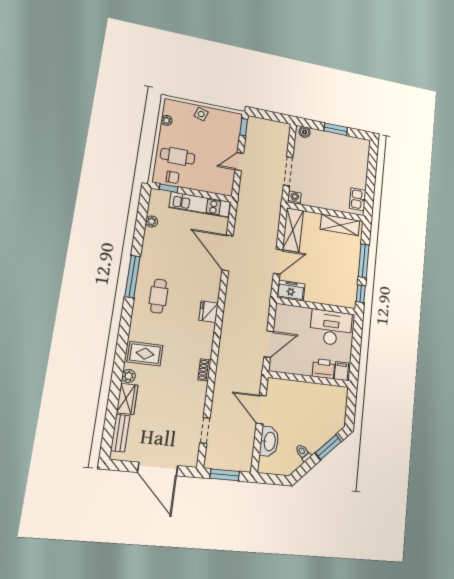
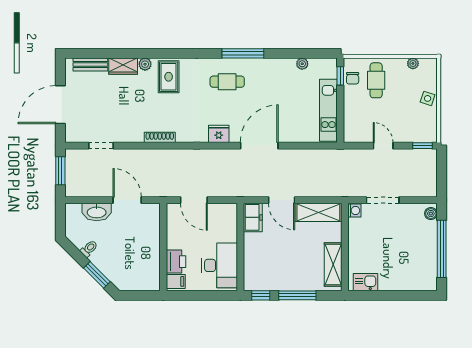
window: (336, 129) -> (442, 249), width x2.11
door: (228, 253) -> (259, 146), moved
shoe rack: (204, 370) -> (160, 137), width x1.43
door: (261, 409) -> (127, 200), hinge flipped

